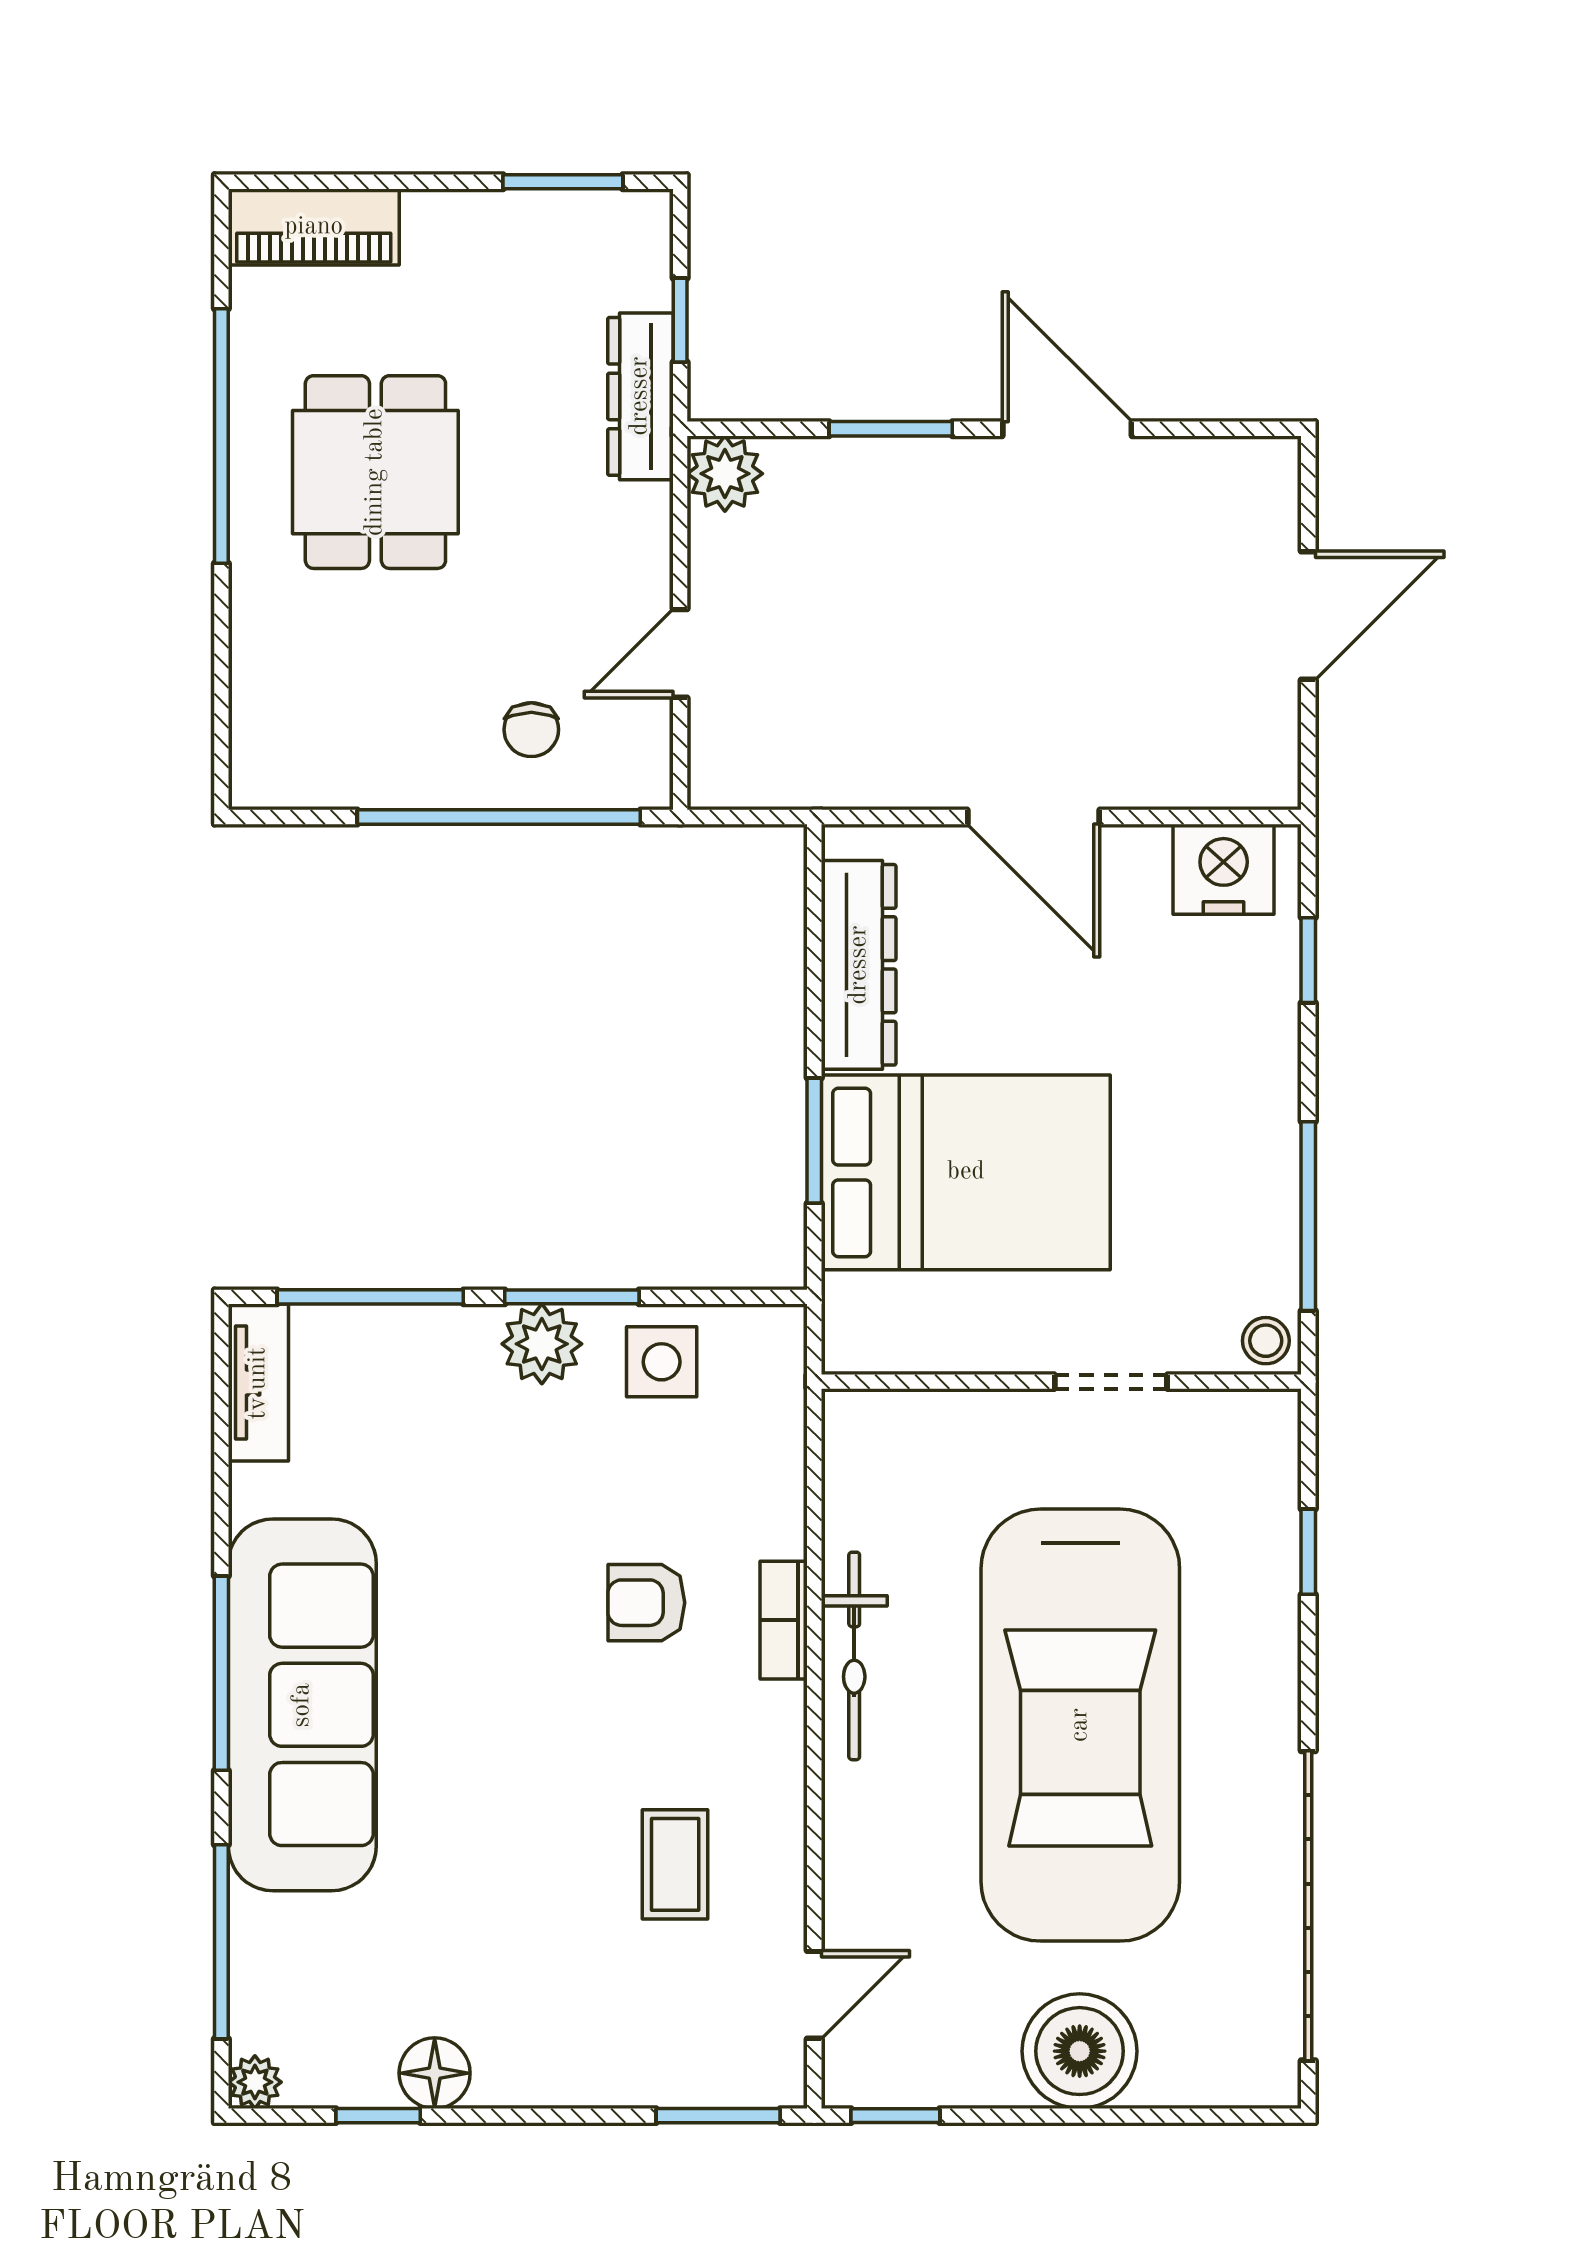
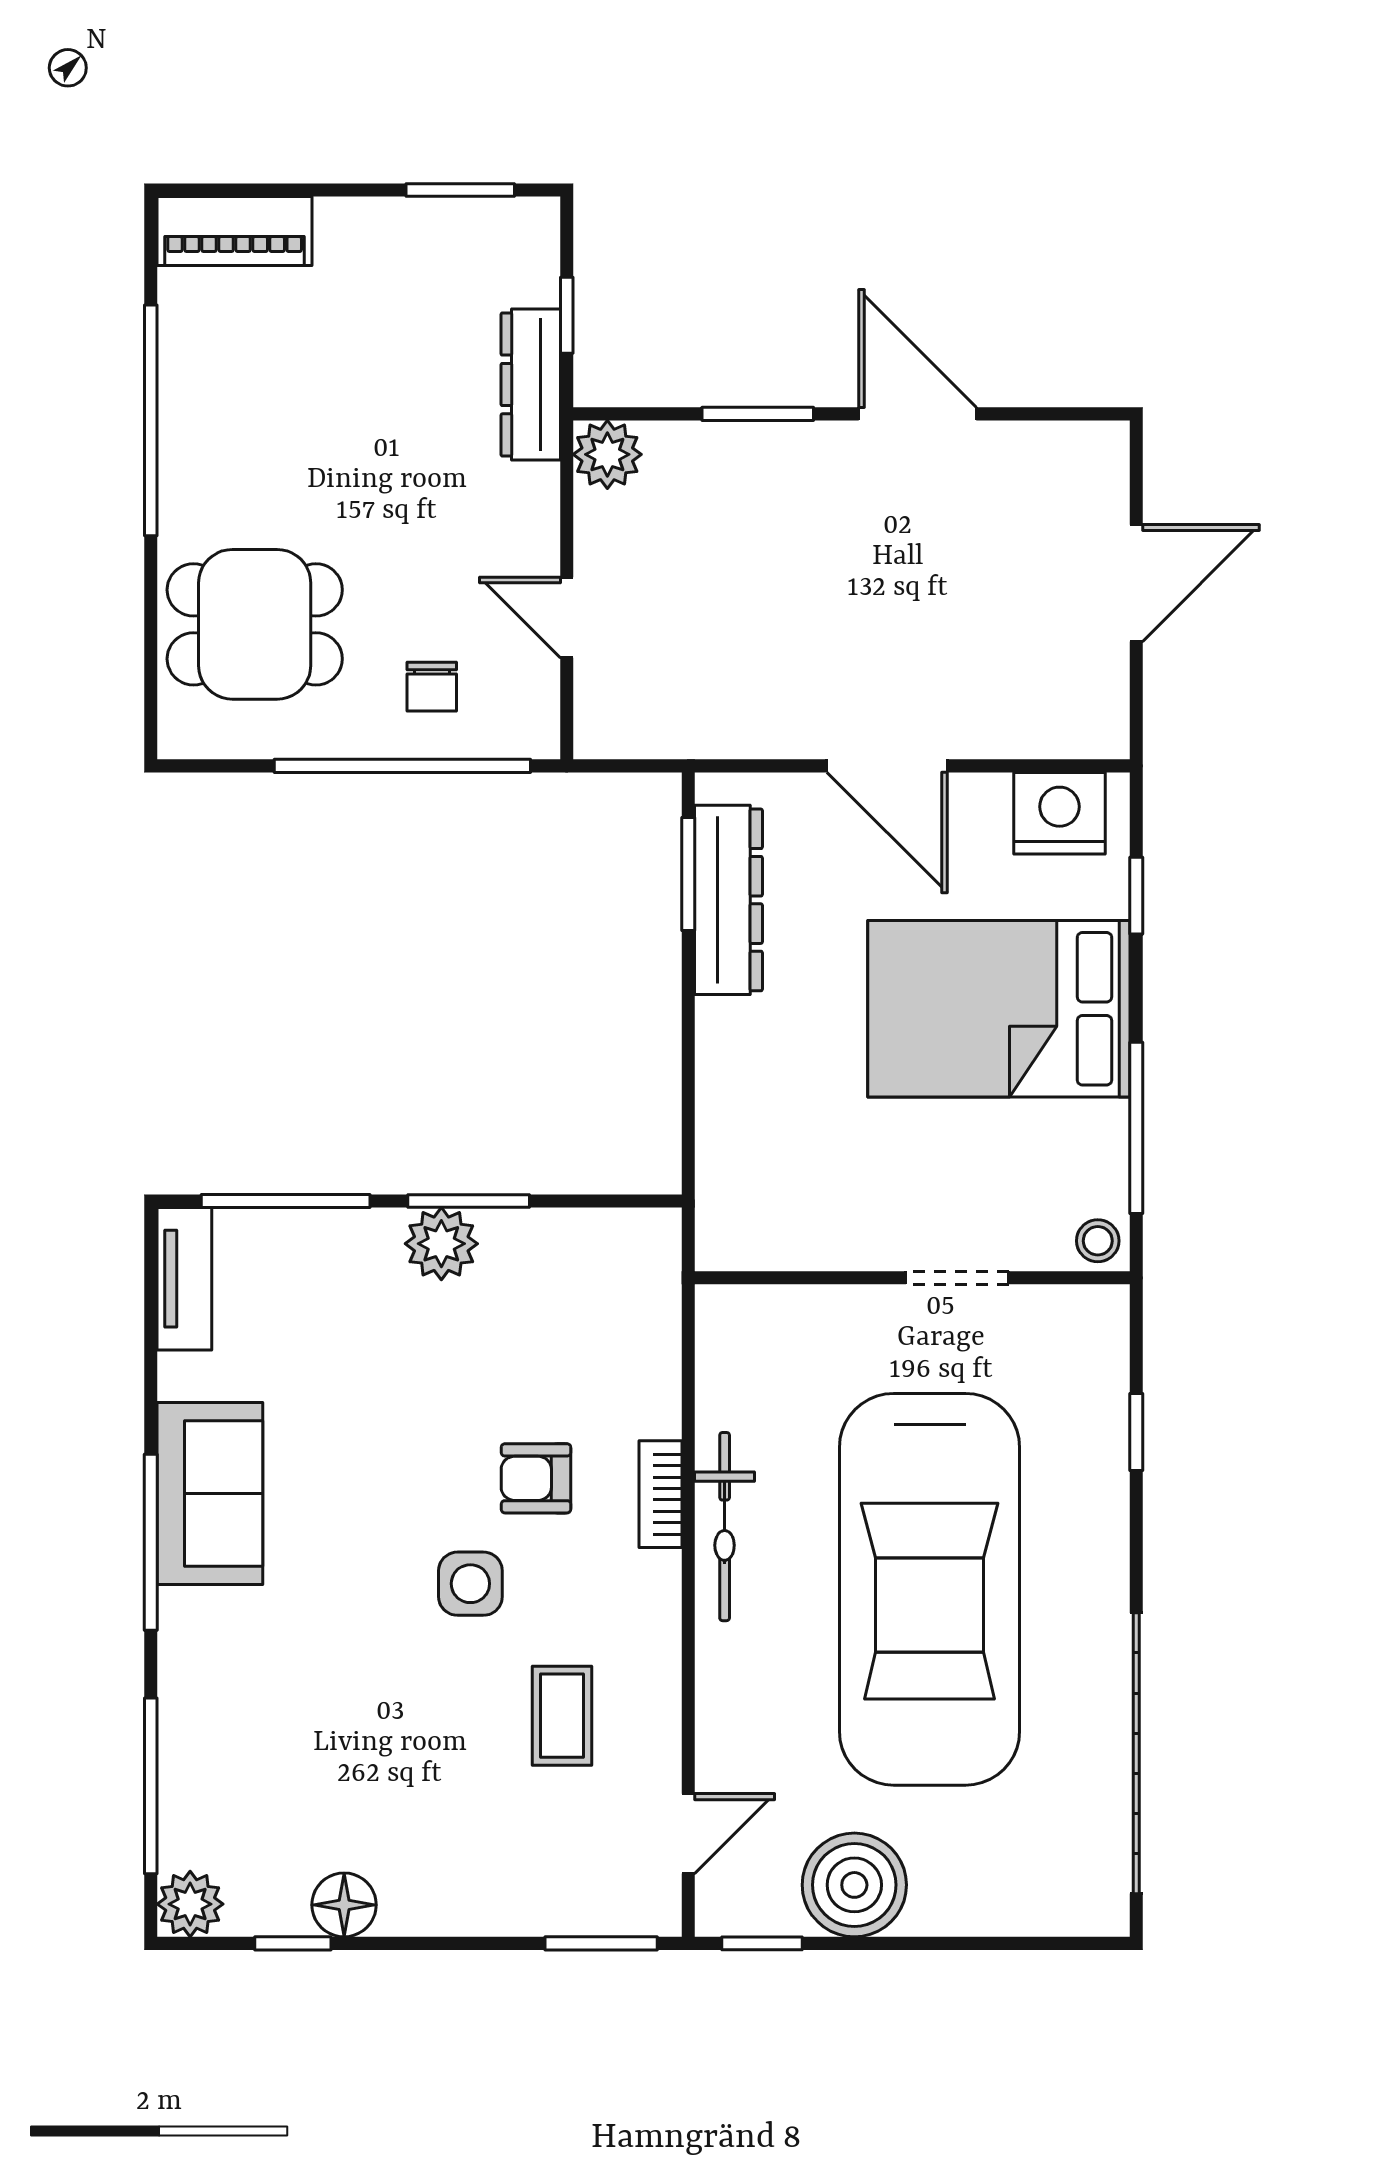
dining table: (375, 472) -> (255, 624), moved, turned 90
door: (680, 653) -> (567, 617), hinge flipped
window: (814, 1141) -> (688, 874), moved
bed: (966, 1172) -> (999, 1009), moved, turned 180
side table: (662, 1362) -> (470, 1584), moved
sofa: (302, 1705) -> (210, 1493), width x0.54, depth x0.79
boiler: (1080, 2051) -> (854, 1885), moved
plant: (255, 2082) -> (190, 1904), width x1.38, depth x1.38

